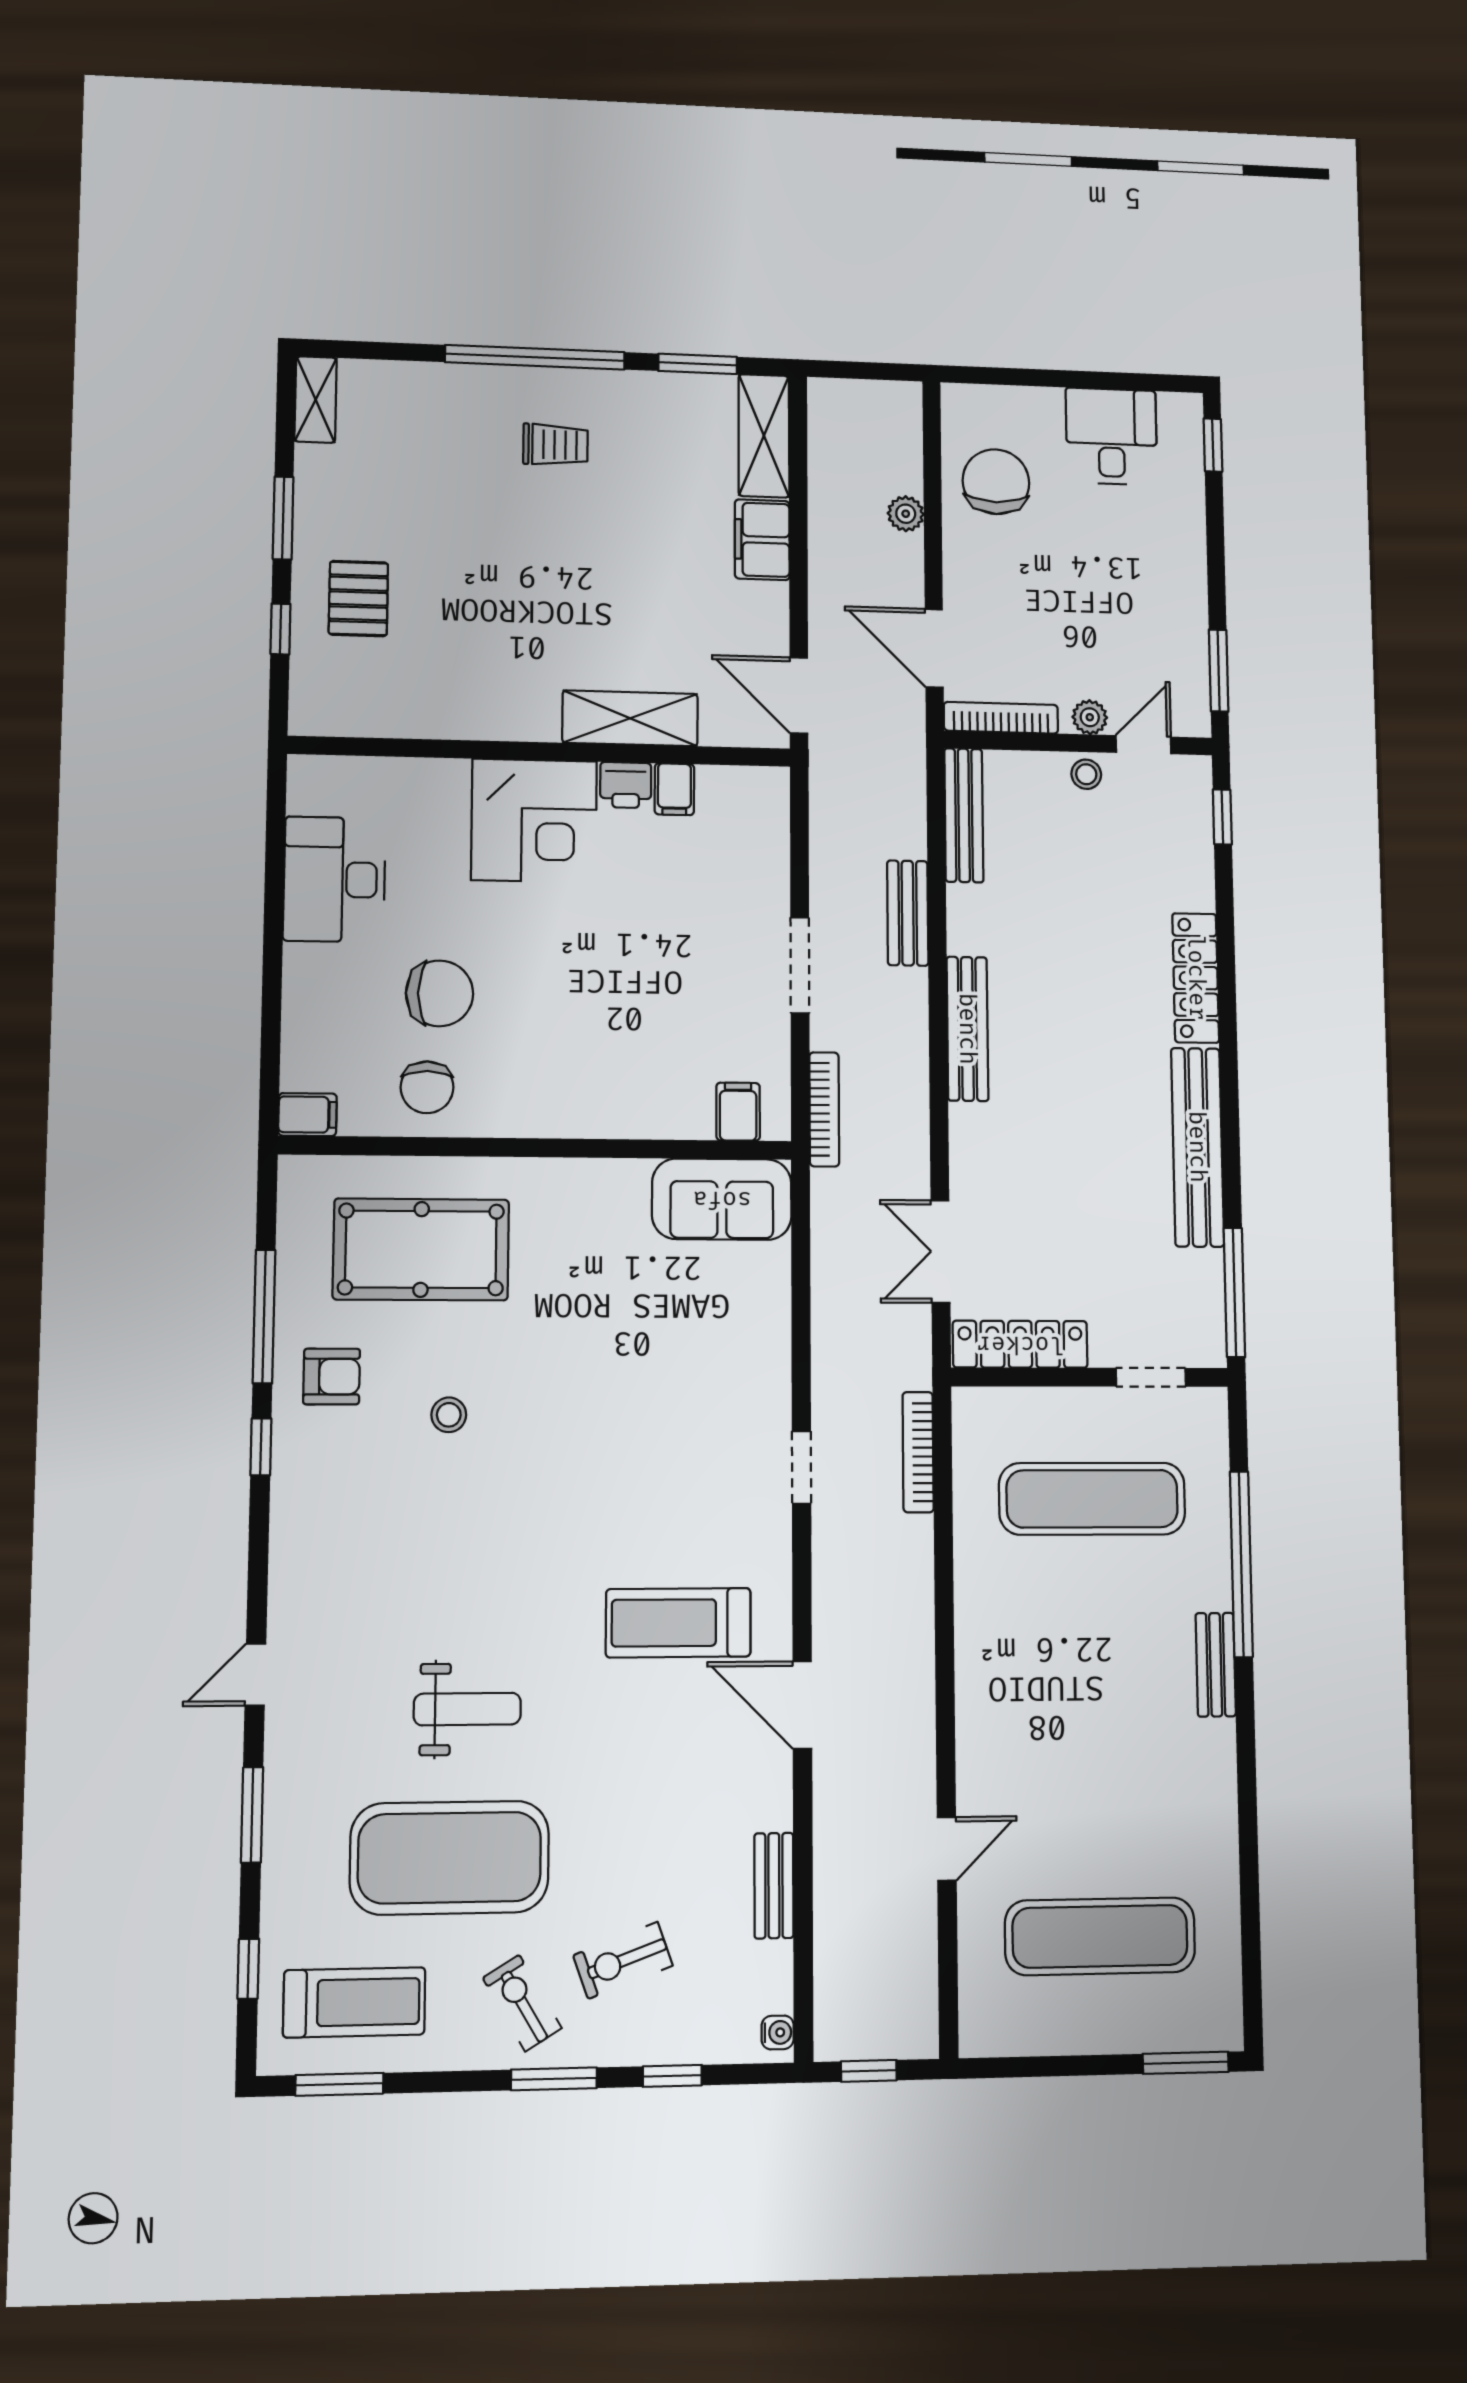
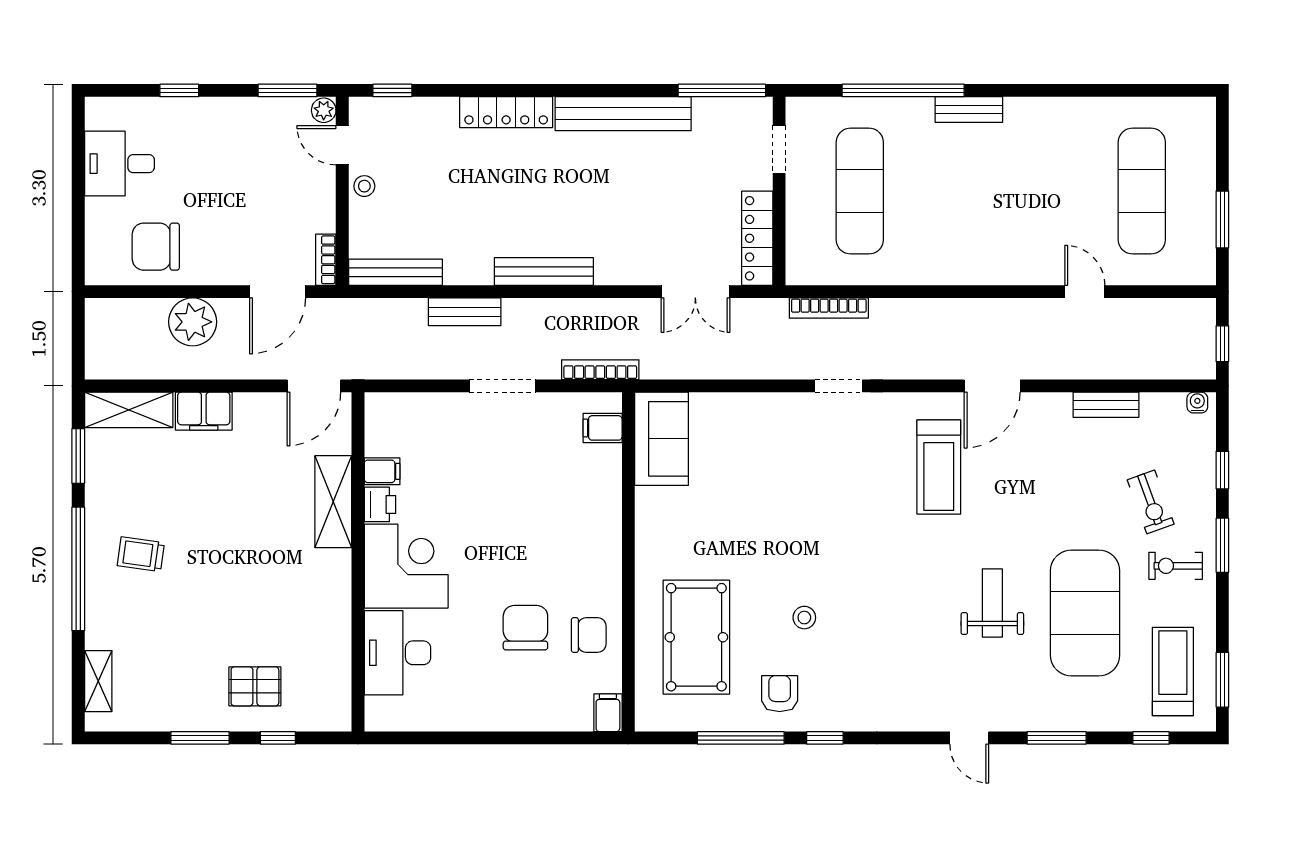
shelving: (316, 400) -> (98, 681), moved, turned 90
trolley: (555, 445) -> (141, 554), turned -82
window: (1213, 445) -> (179, 90), moved
plant: (906, 514) -> (193, 322), width x1.88, depth x1.88
plant: (1090, 717) -> (324, 110), moved
bookcase: (1001, 718) -> (326, 260), width x0.64
desk: (334, 879) -> (397, 653), moved, turned 90
exercise bike: (522, 2003) -> (1176, 566), turned 31
window: (1186, 2063) -> (1222, 220), moved

